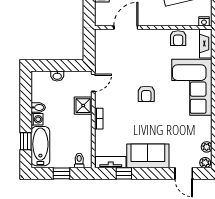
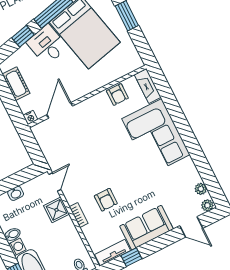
nightstand: (204, 21) -> (30, 117), moved
armchair: (146, 94) -> (106, 200), moved

